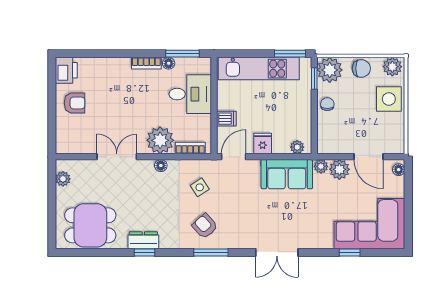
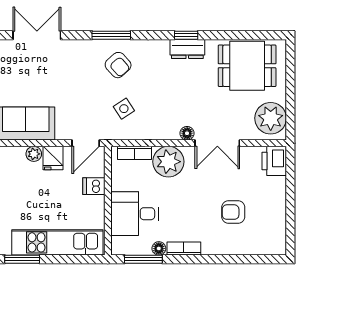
printer: (66, 70) -> (274, 161), moved
armchair: (75, 103) -> (233, 212), moved
plant: (297, 147) -> (34, 154), moved
floor lamp: (161, 166) -> (187, 133), moved
plant: (63, 179) -> (271, 118), width x1.87, depth x1.87

